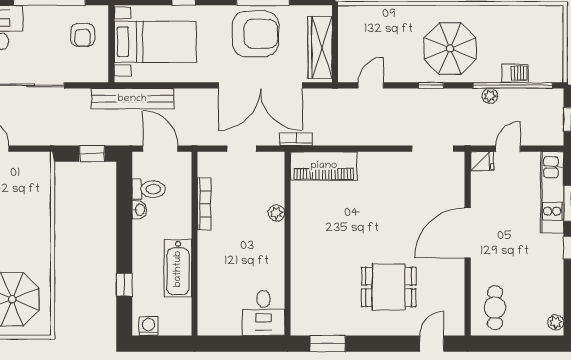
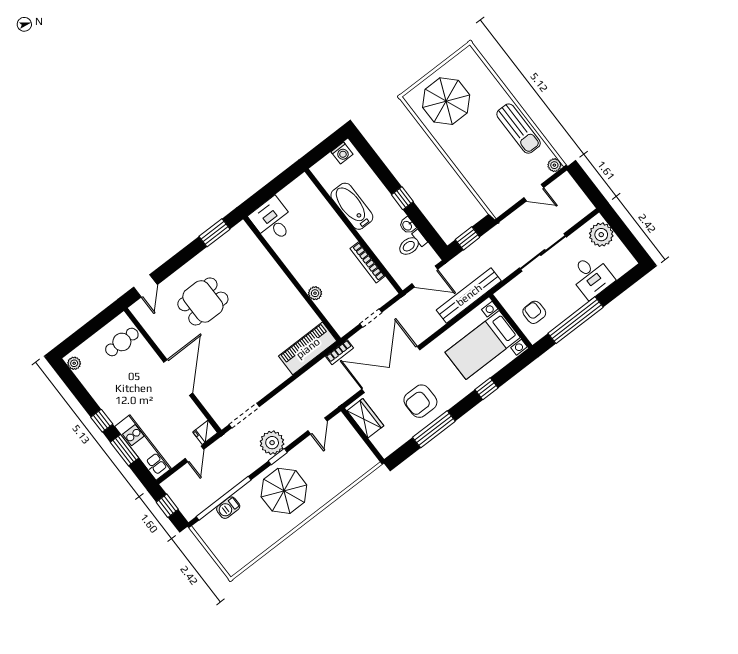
armchair: (255, 34) -> (420, 401), width x0.73, depth x0.73
wardrobe: (320, 47) -> (365, 418), width x0.67
plant: (490, 96) -> (272, 443), moved, width x1.88, depth x1.88
window: (124, 285) -> (402, 198), moved
cafe table: (495, 308) -> (122, 342), turned 90

